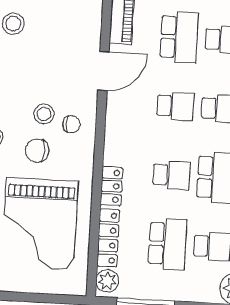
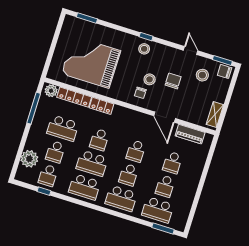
school desk: (179, 37) -> (172, 163), width x0.54
chair: (37, 151) -> (173, 81), moved

